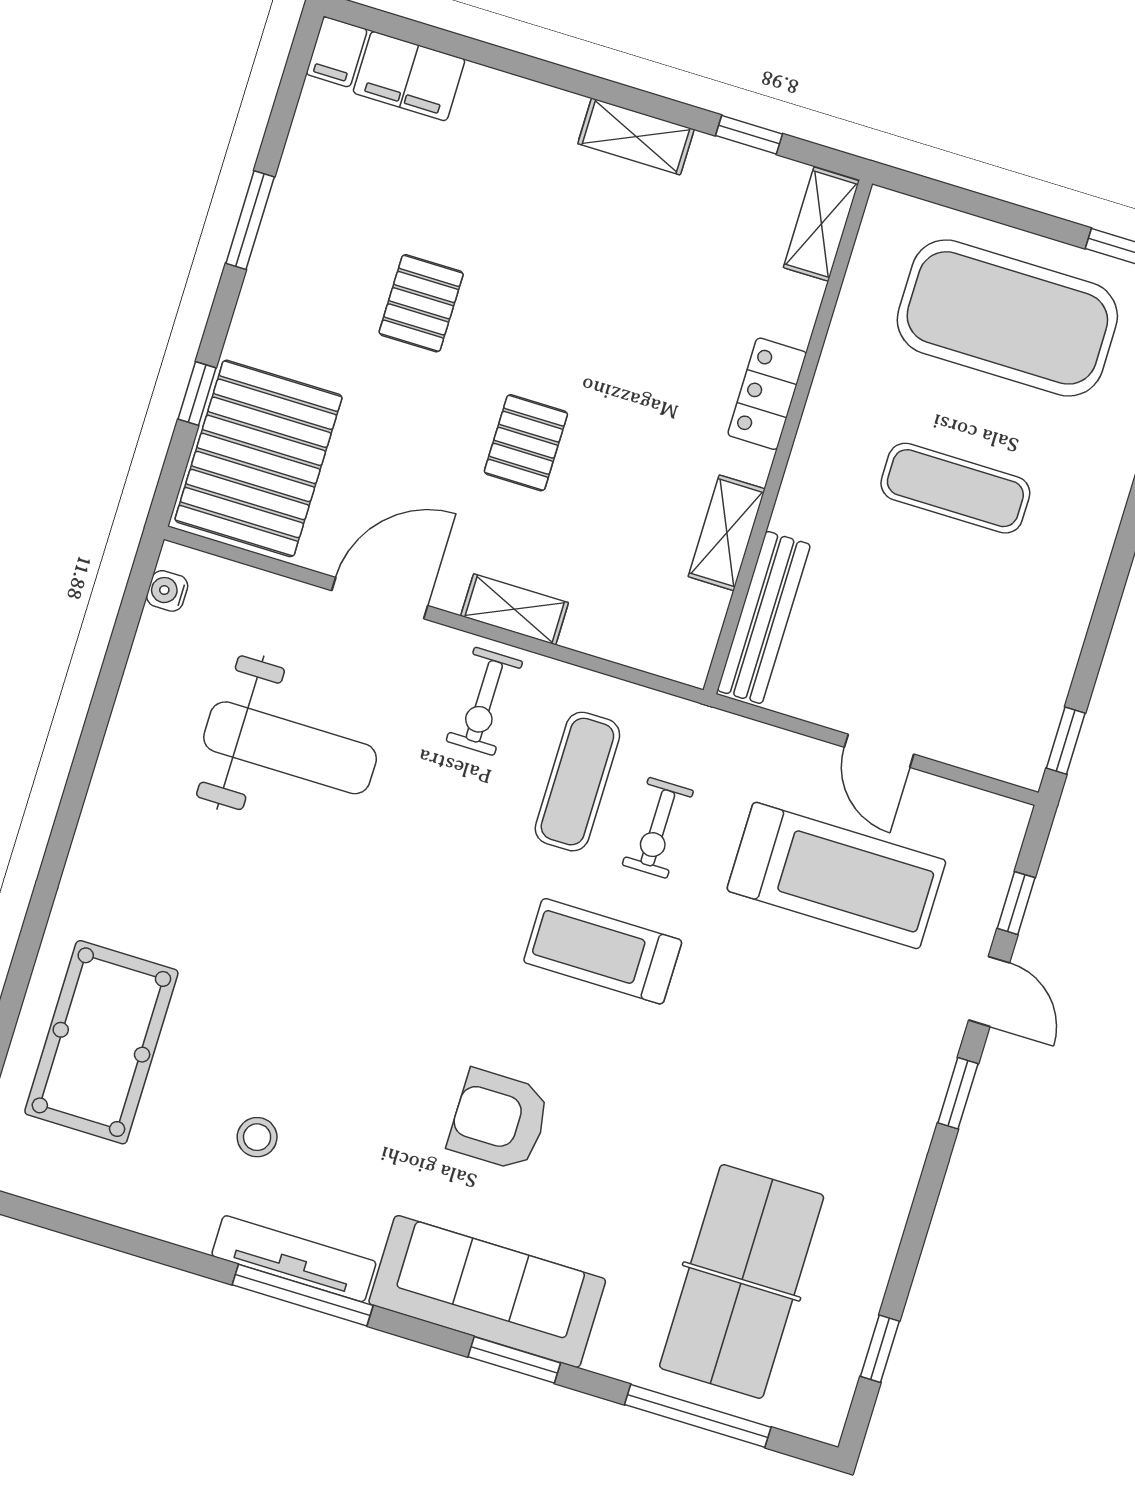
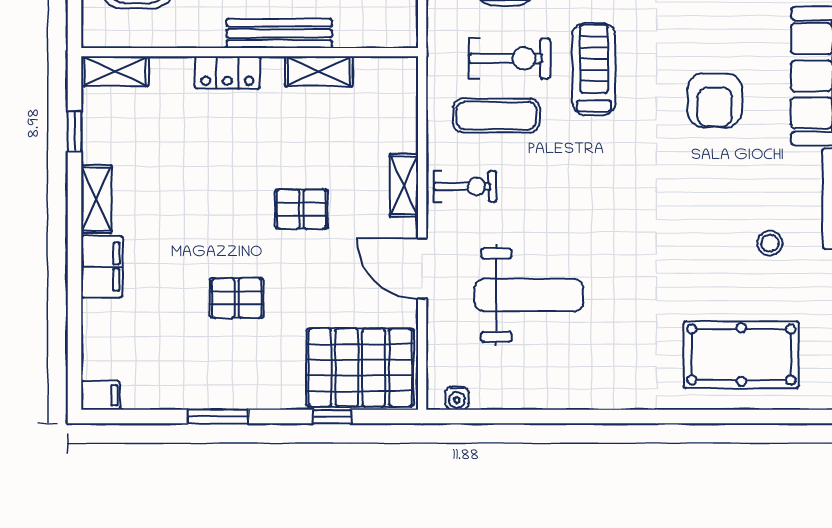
filing cabinet: (409, 76) -> (102, 267), moved
bench: (764, 617) -> (279, 33), moved
weight bench: (290, 748) -> (529, 295), turned 90
exercise bike: (658, 828) -> (509, 58), width x1.38, depth x1.39
treadmill: (603, 951) -> (594, 69), turned 180

